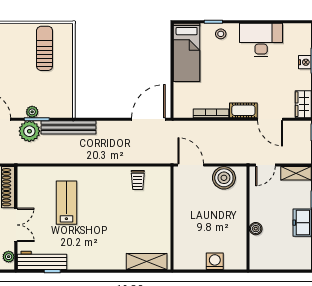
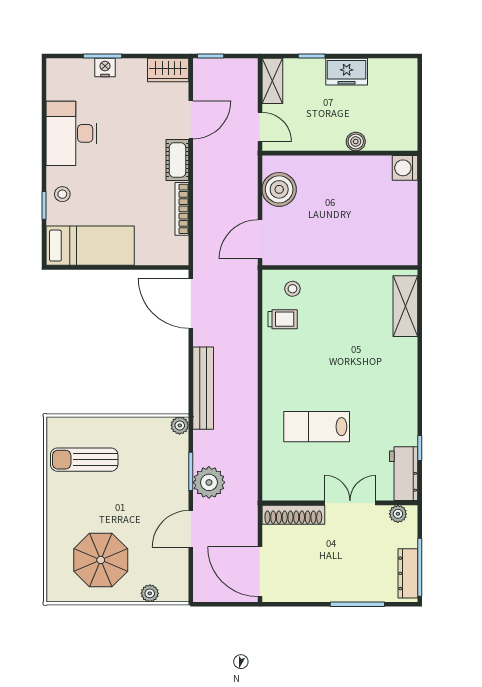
plant: (32, 112) -> (180, 425), moved
bench: (68, 127) -> (203, 388), moved
stool: (158, 187) -> (292, 289), added
workbench: (42, 260) -> (404, 474), width x0.73
washing machine: (215, 261) -> (405, 168), moved

